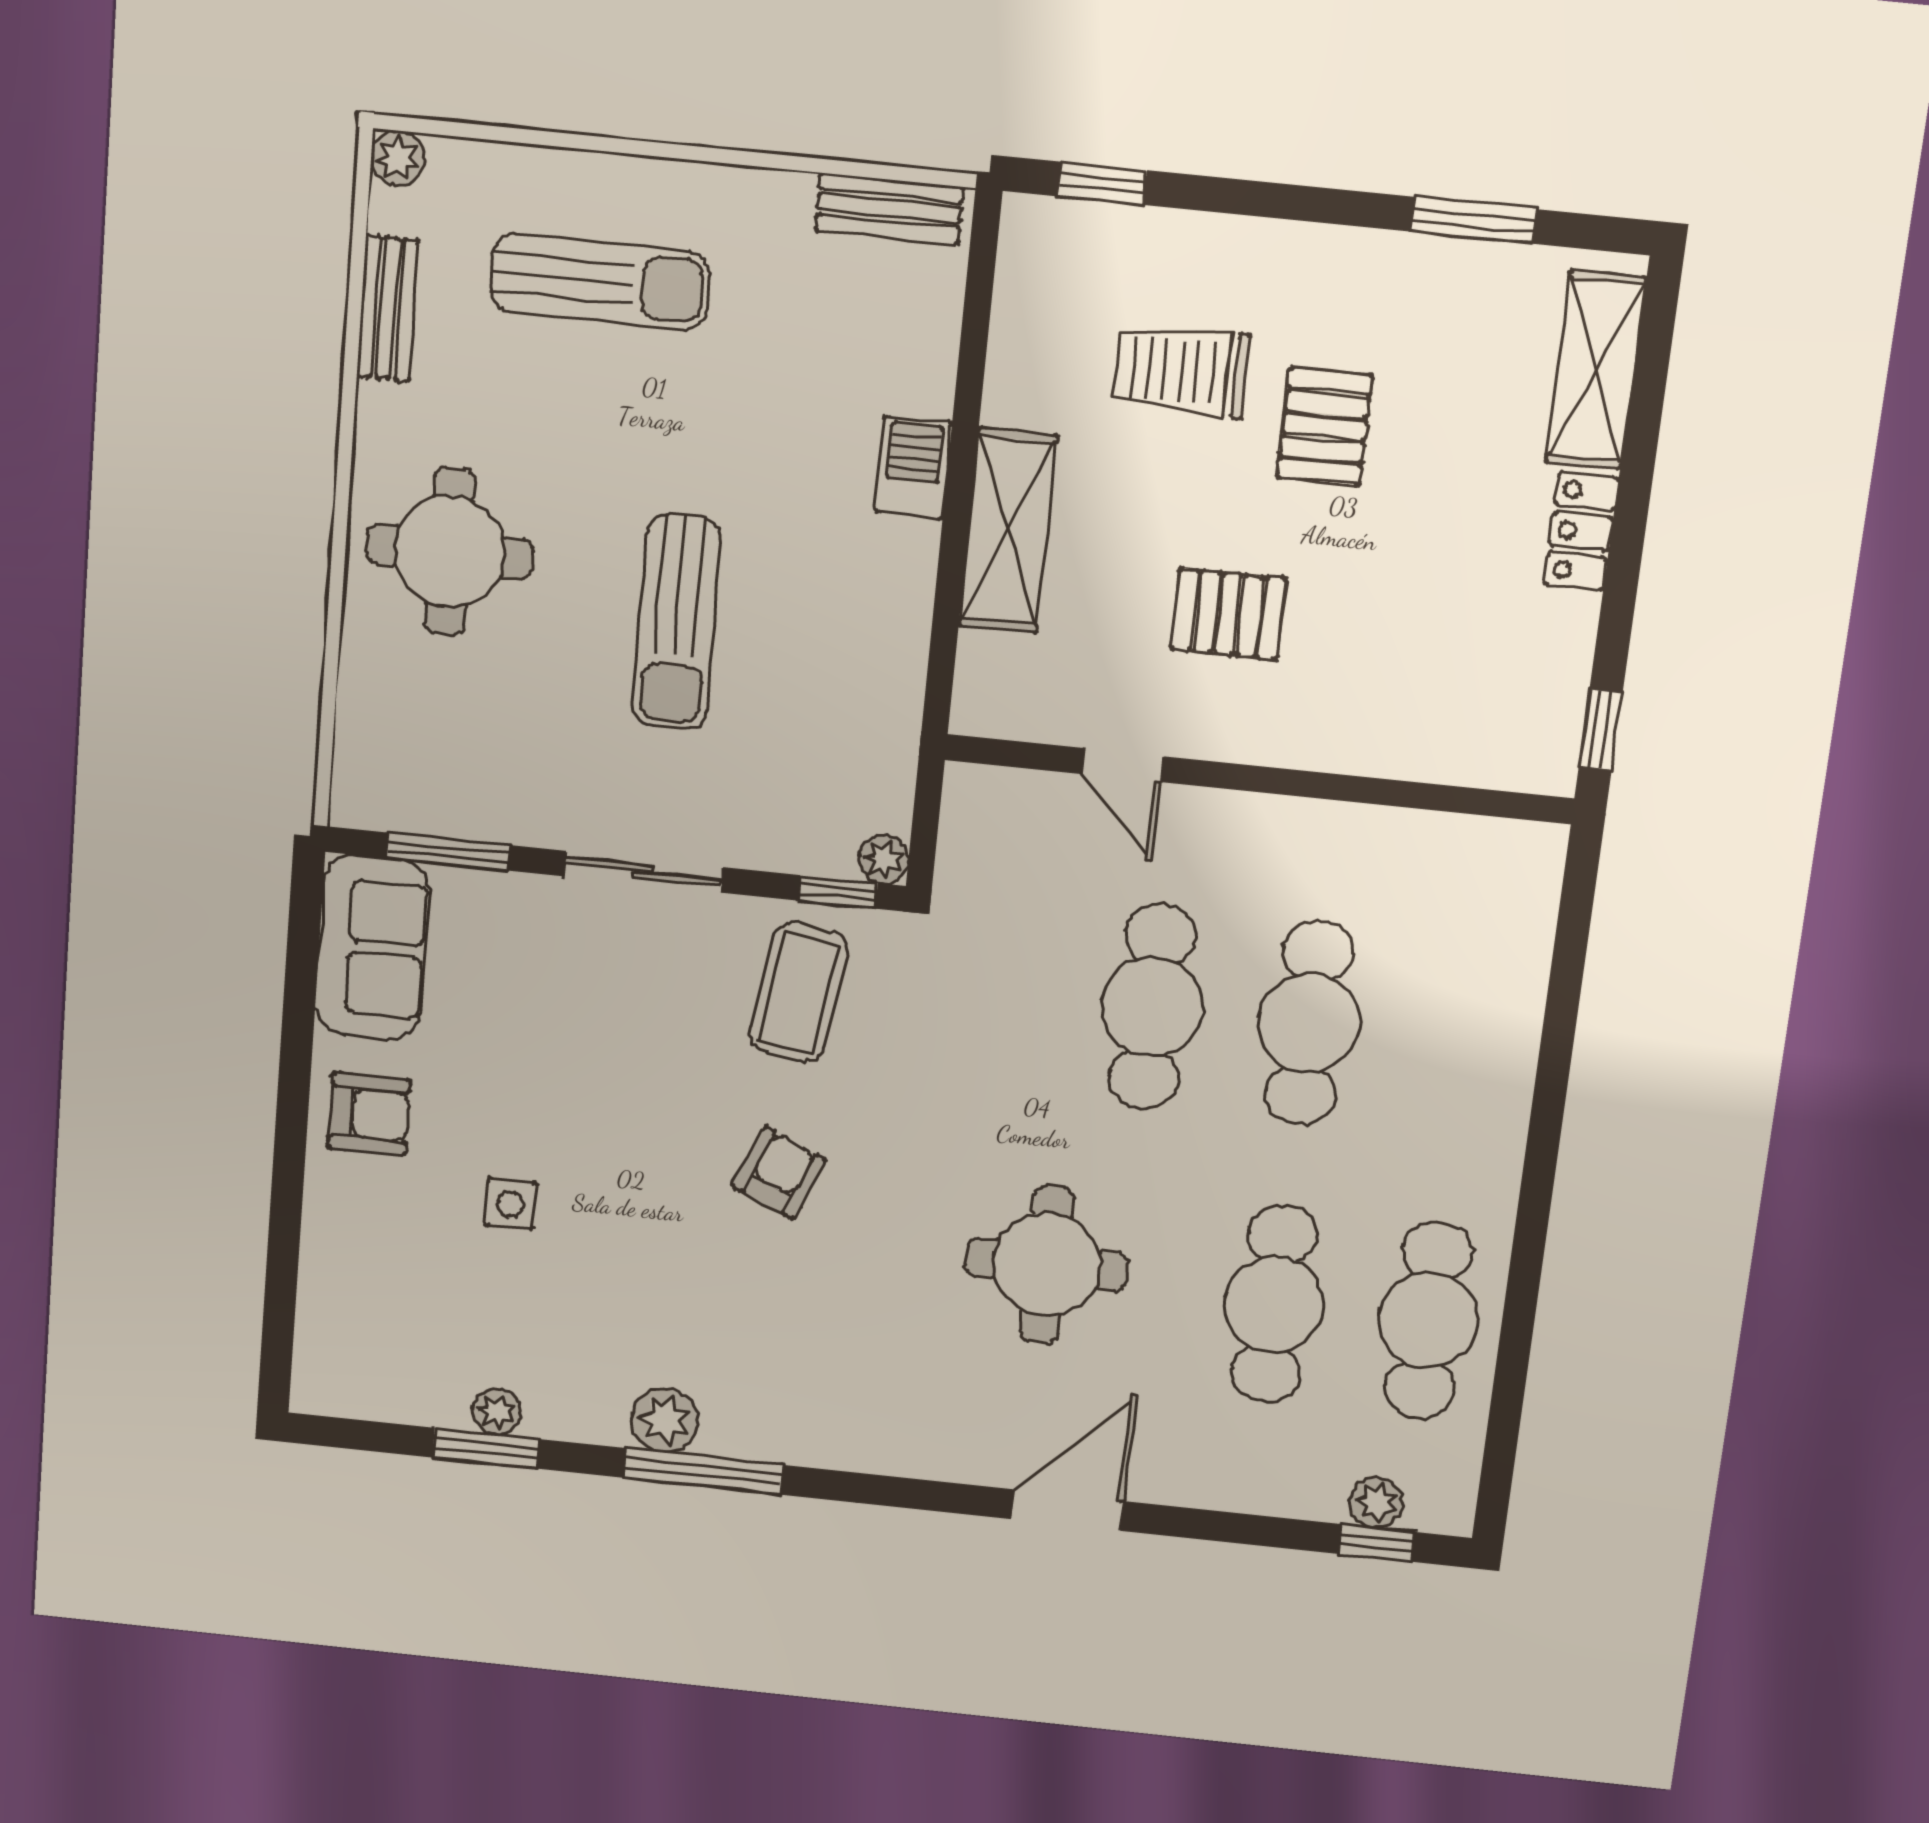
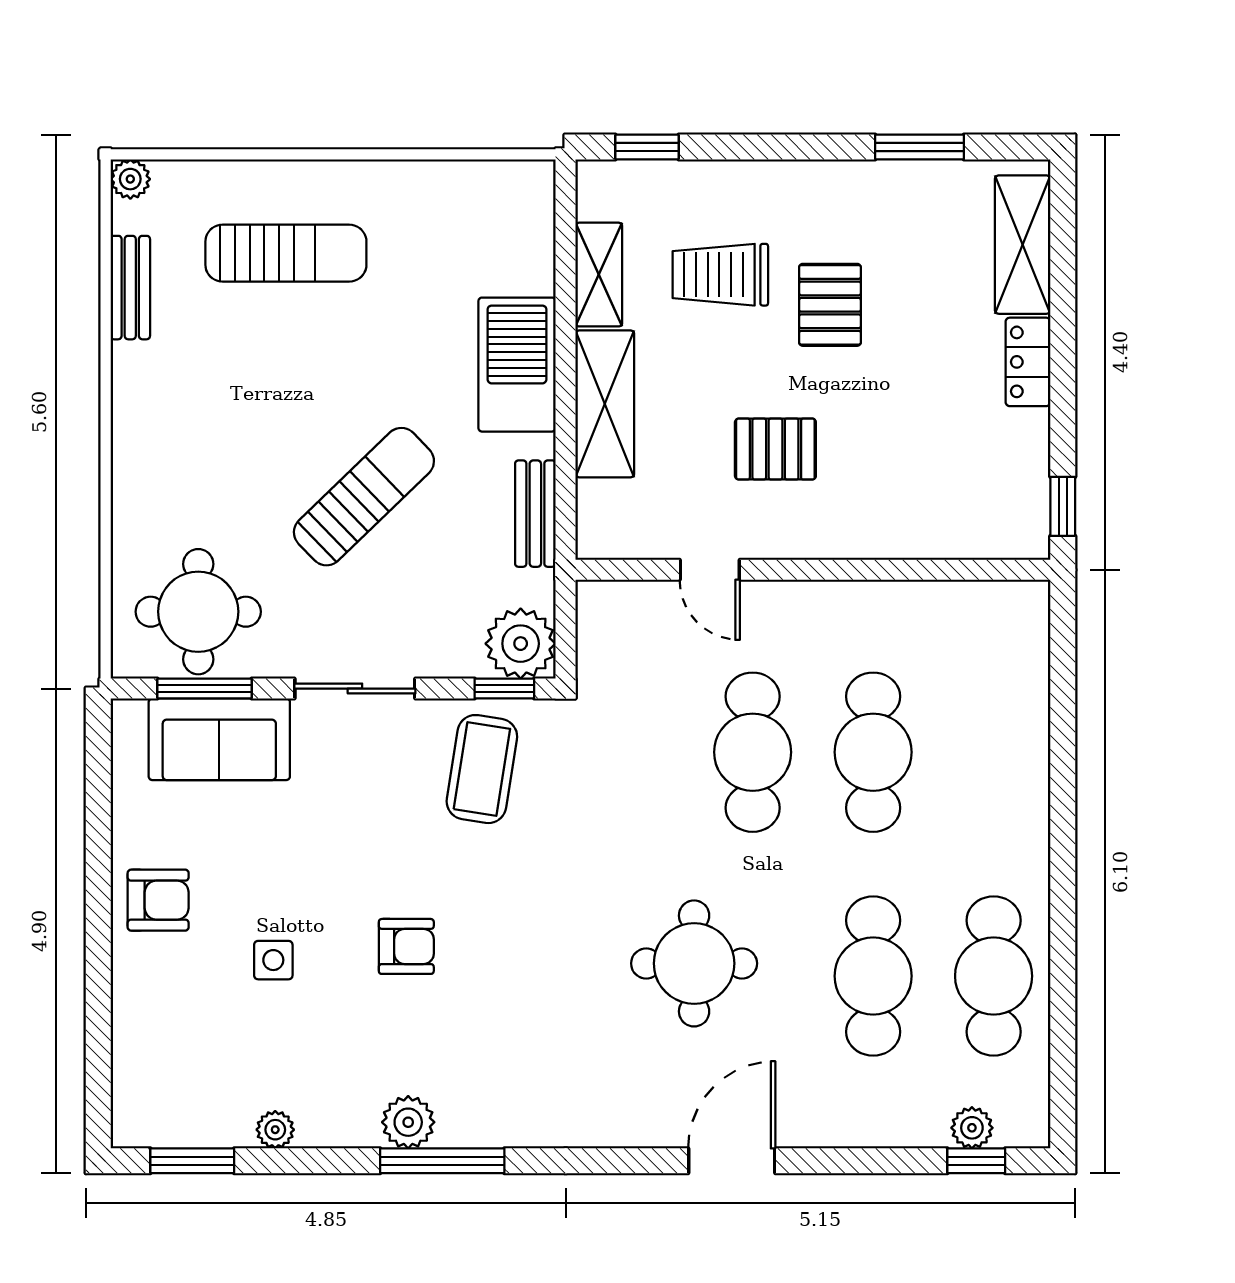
bench: (889, 208) -> (535, 514), moved, turned 90
shelving: (1018, 354) -> (599, 275), added
barbecue: (914, 467) -> (517, 365), width x1.88, depth x1.53
round table: (450, 552) -> (198, 612), moved
sun lounger: (676, 622) -> (364, 497), turned -134
plant: (884, 859) -> (521, 644), width x1.88, depth x1.88
sofa: (372, 948) -> (219, 739), moved, turned 90
armchair: (779, 1173) -> (406, 946), moved, turned 67
window: (486, 1448) -> (192, 1161), moved

